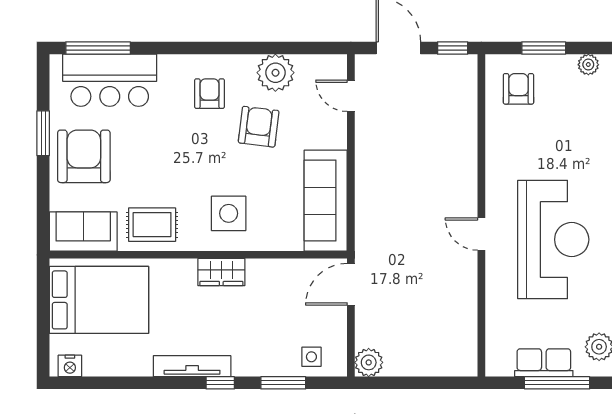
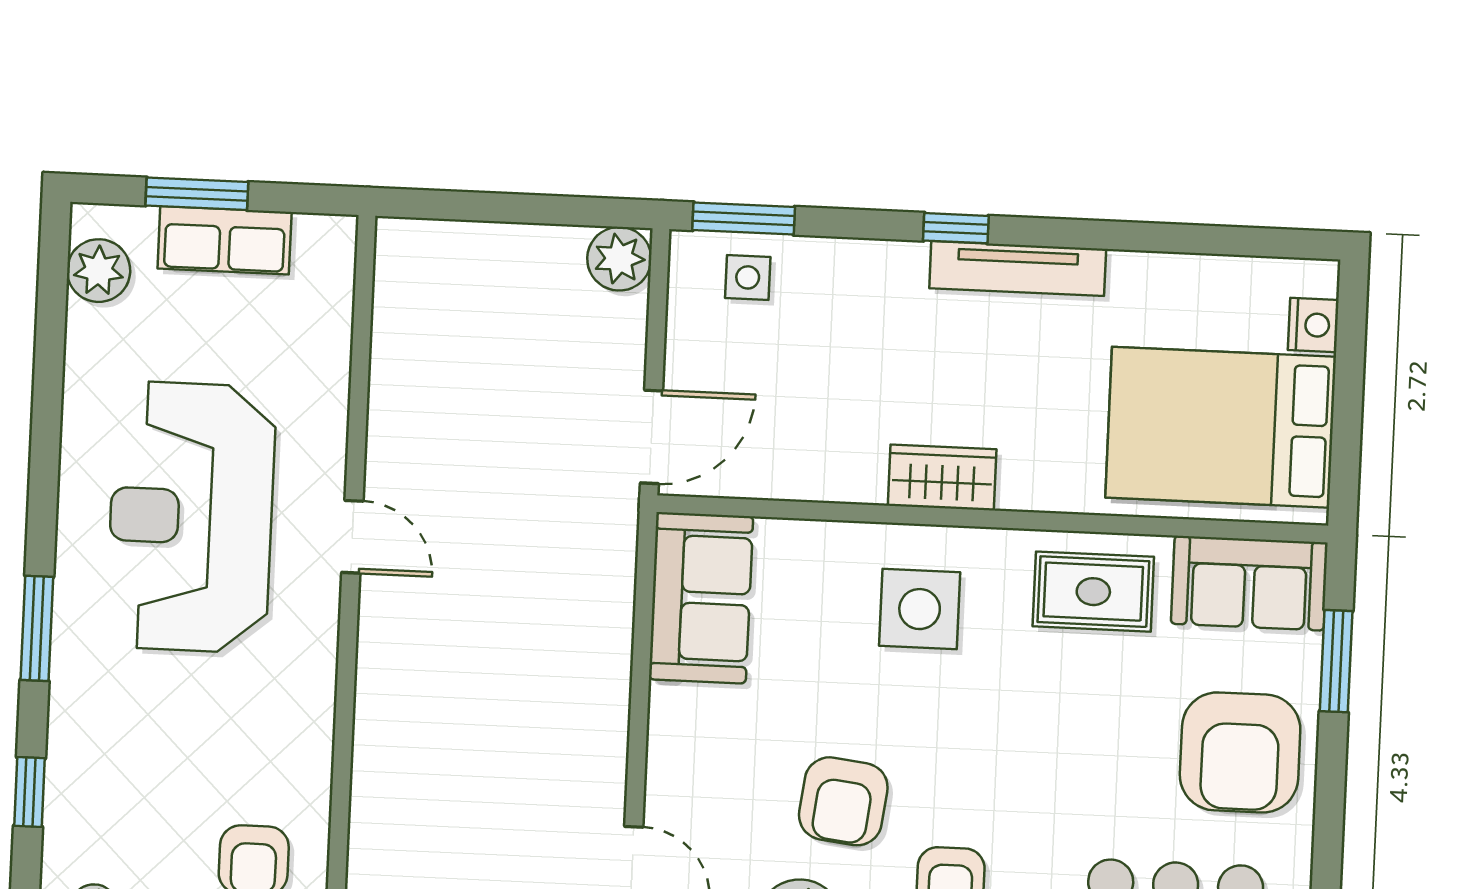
window: (43, 133) -> (1336, 661), moved
sofa: (326, 201) -> (701, 598), width x0.73
nightstand: (70, 366) -> (1313, 325), moved, turned 90
window: (283, 383) -> (744, 219), moved
window: (557, 383) -> (197, 194), width x0.69

